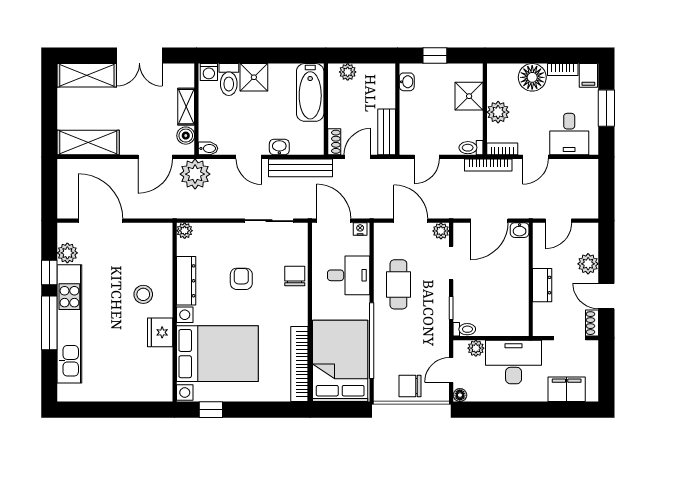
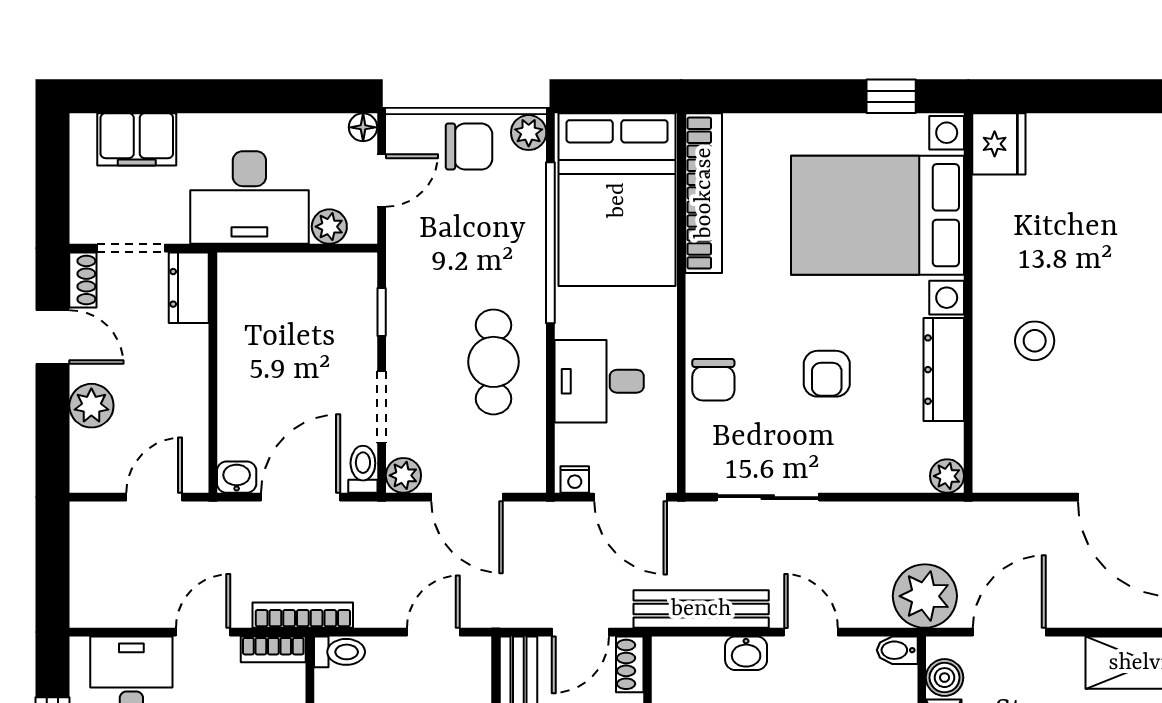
dresser: (542, 285) -> (189, 288), moved
toilet: (464, 329) -> (363, 469), moved, turned 90
fridge: (160, 332) -> (999, 144), moved
plant: (382, 393) -> (529, 133), added

